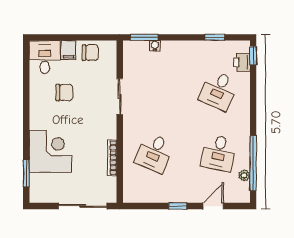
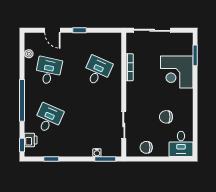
filing cabinet: (69, 50) -> (163, 149), removed
sliding door: (120, 96) -> (124, 125), moved
window: (253, 163) -> (22, 100), moved
door: (213, 206) -> (52, 30), hinge flipped

